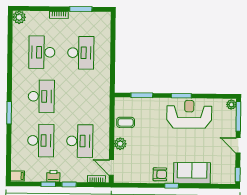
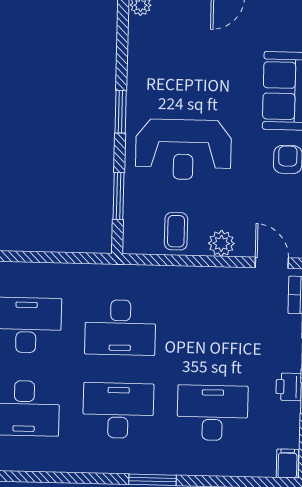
reception desk: (189, 114) -> (183, 150), moved, turned -90
desk: (80, 141) -> (120, 327), moved, turned 180
door: (111, 167) -> (272, 263), swing flipped

